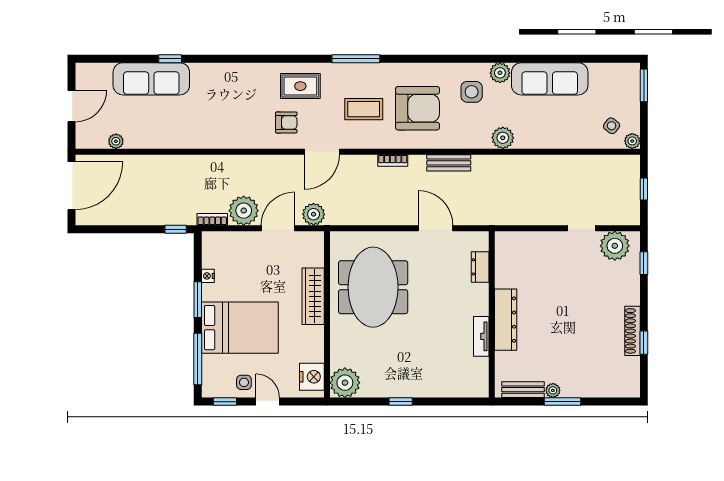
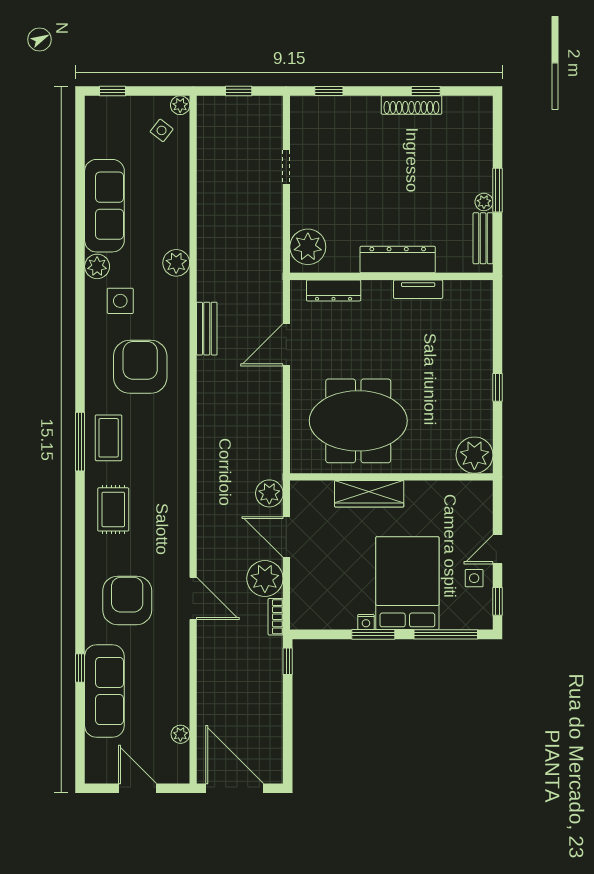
window: (644, 85) -> (112, 91), width x0.67
coffee table: (364, 109) -> (109, 438), moved
armchair: (286, 122) -> (127, 600), moved, width x1.88, depth x1.88
door: (322, 152) -> (193, 598), moved
bookcase: (393, 160) -> (204, 397), removed
plant: (615, 246) -> (308, 247), moved
dresser: (480, 267) -> (334, 290), width x1.44
nightstand: (208, 276) -> (366, 622), moved
nightstand: (312, 377) -> (467, 495), removed

